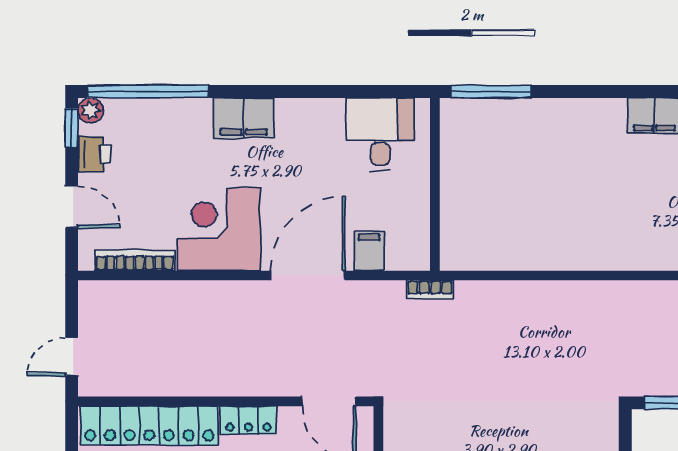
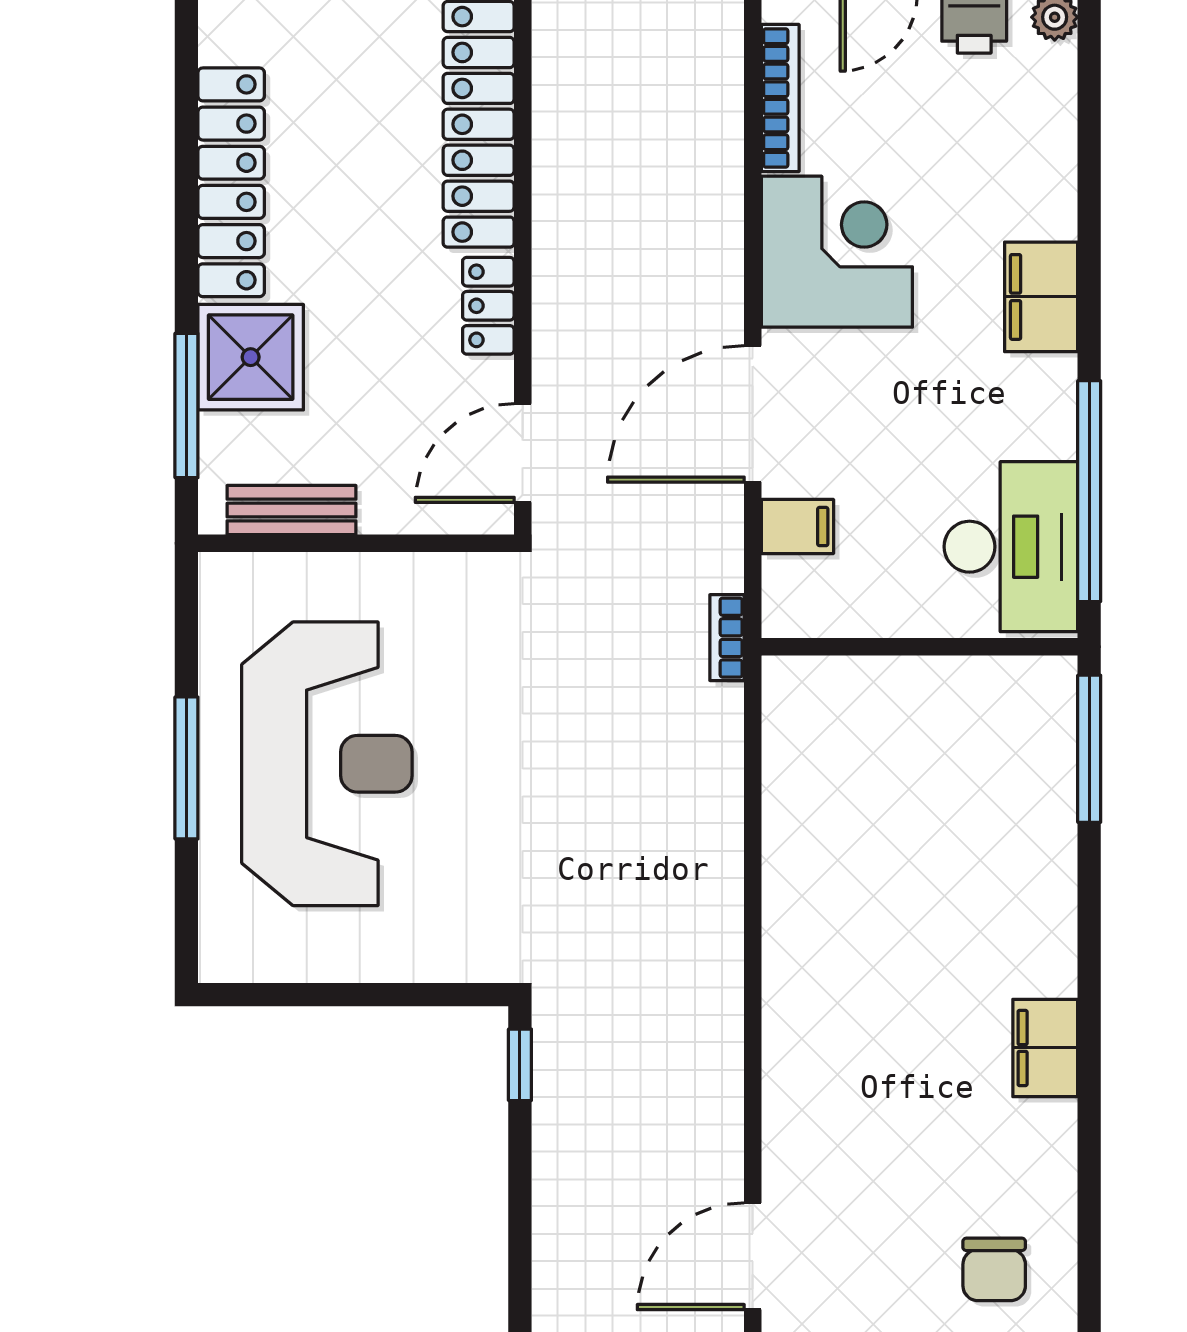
window: (148, 92) -> (1089, 491), moved
desk: (380, 134) -> (1011, 547), width x1.37
door: (308, 275) -> (753, 414), swing flipped

